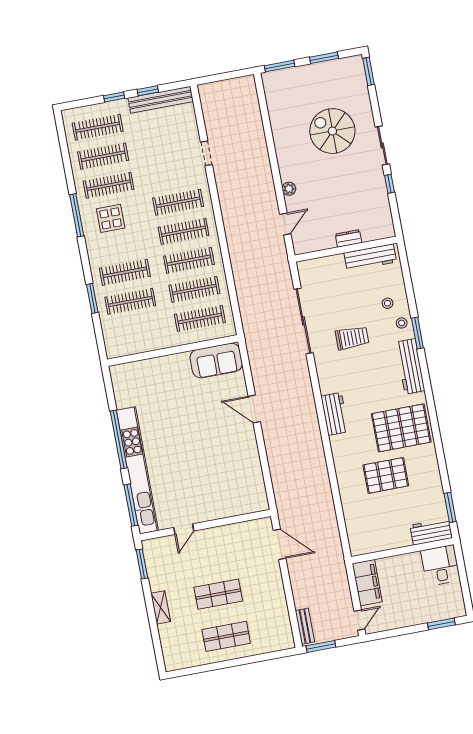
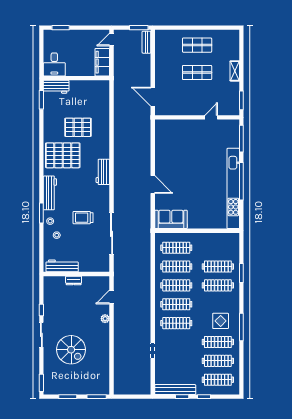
kitchen unit: (137, 470) -> (233, 188), moved

